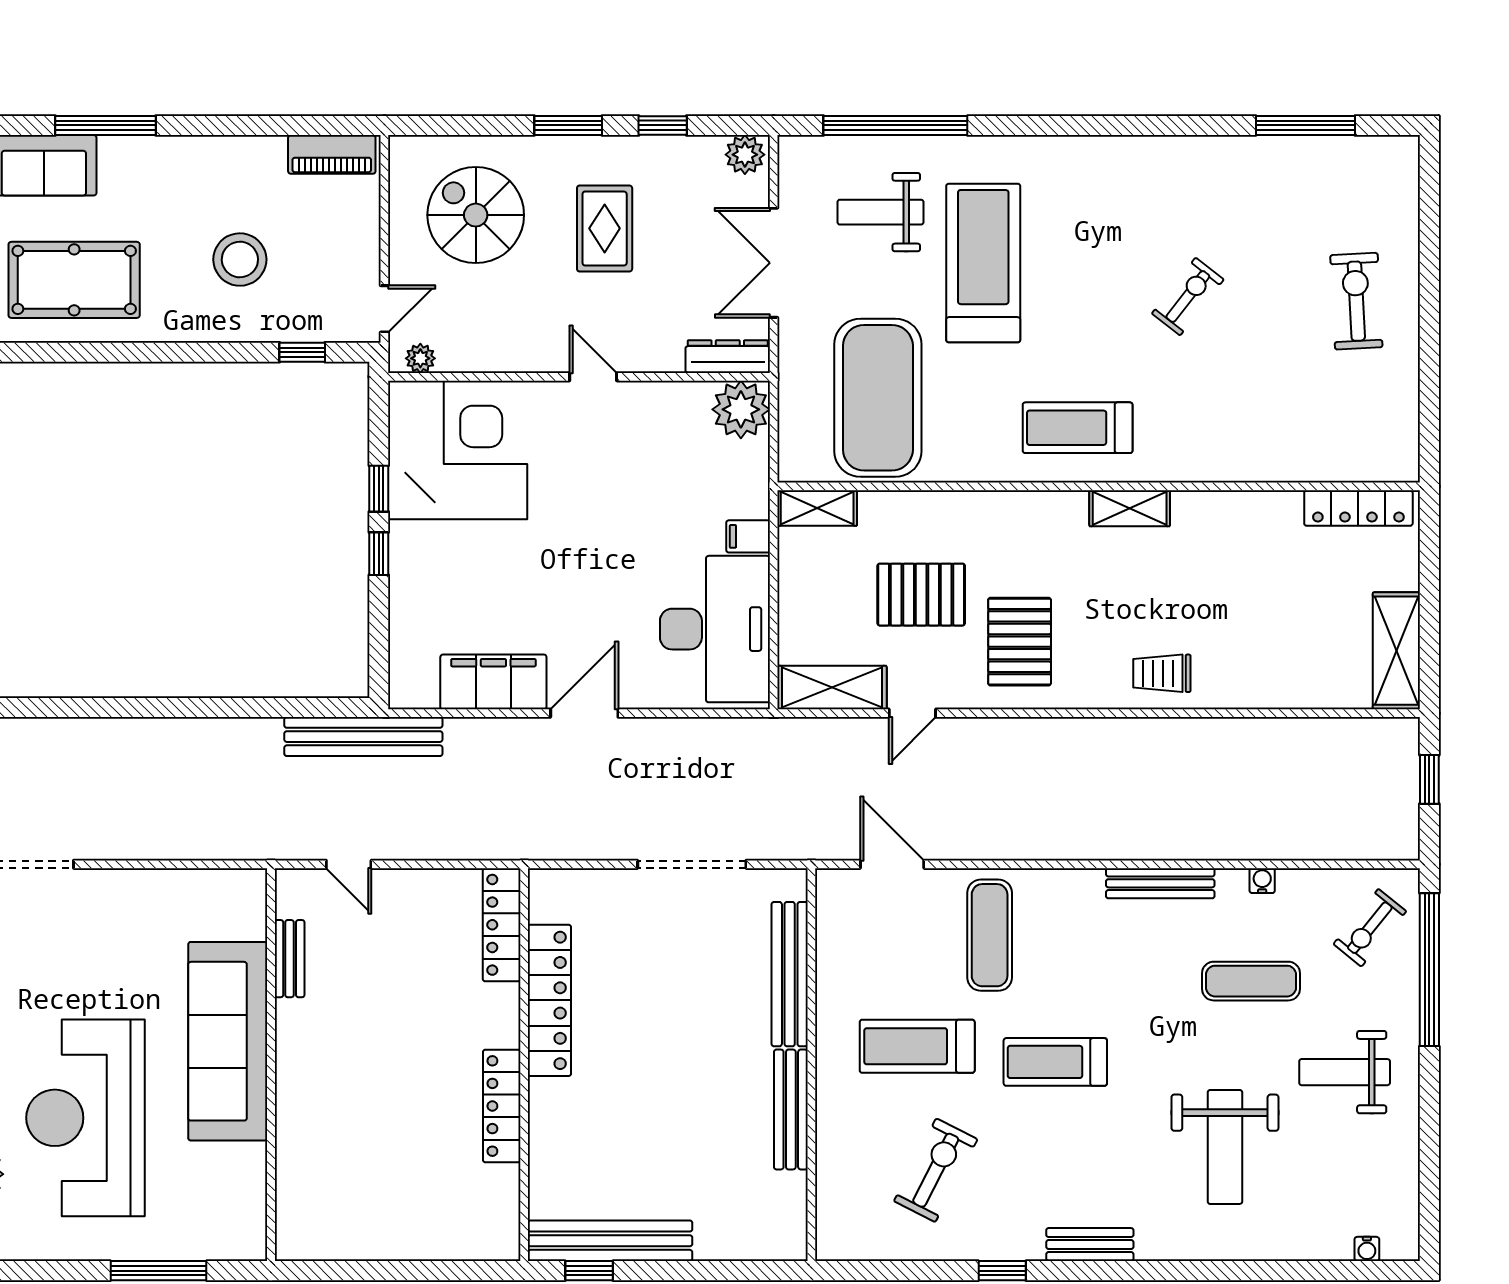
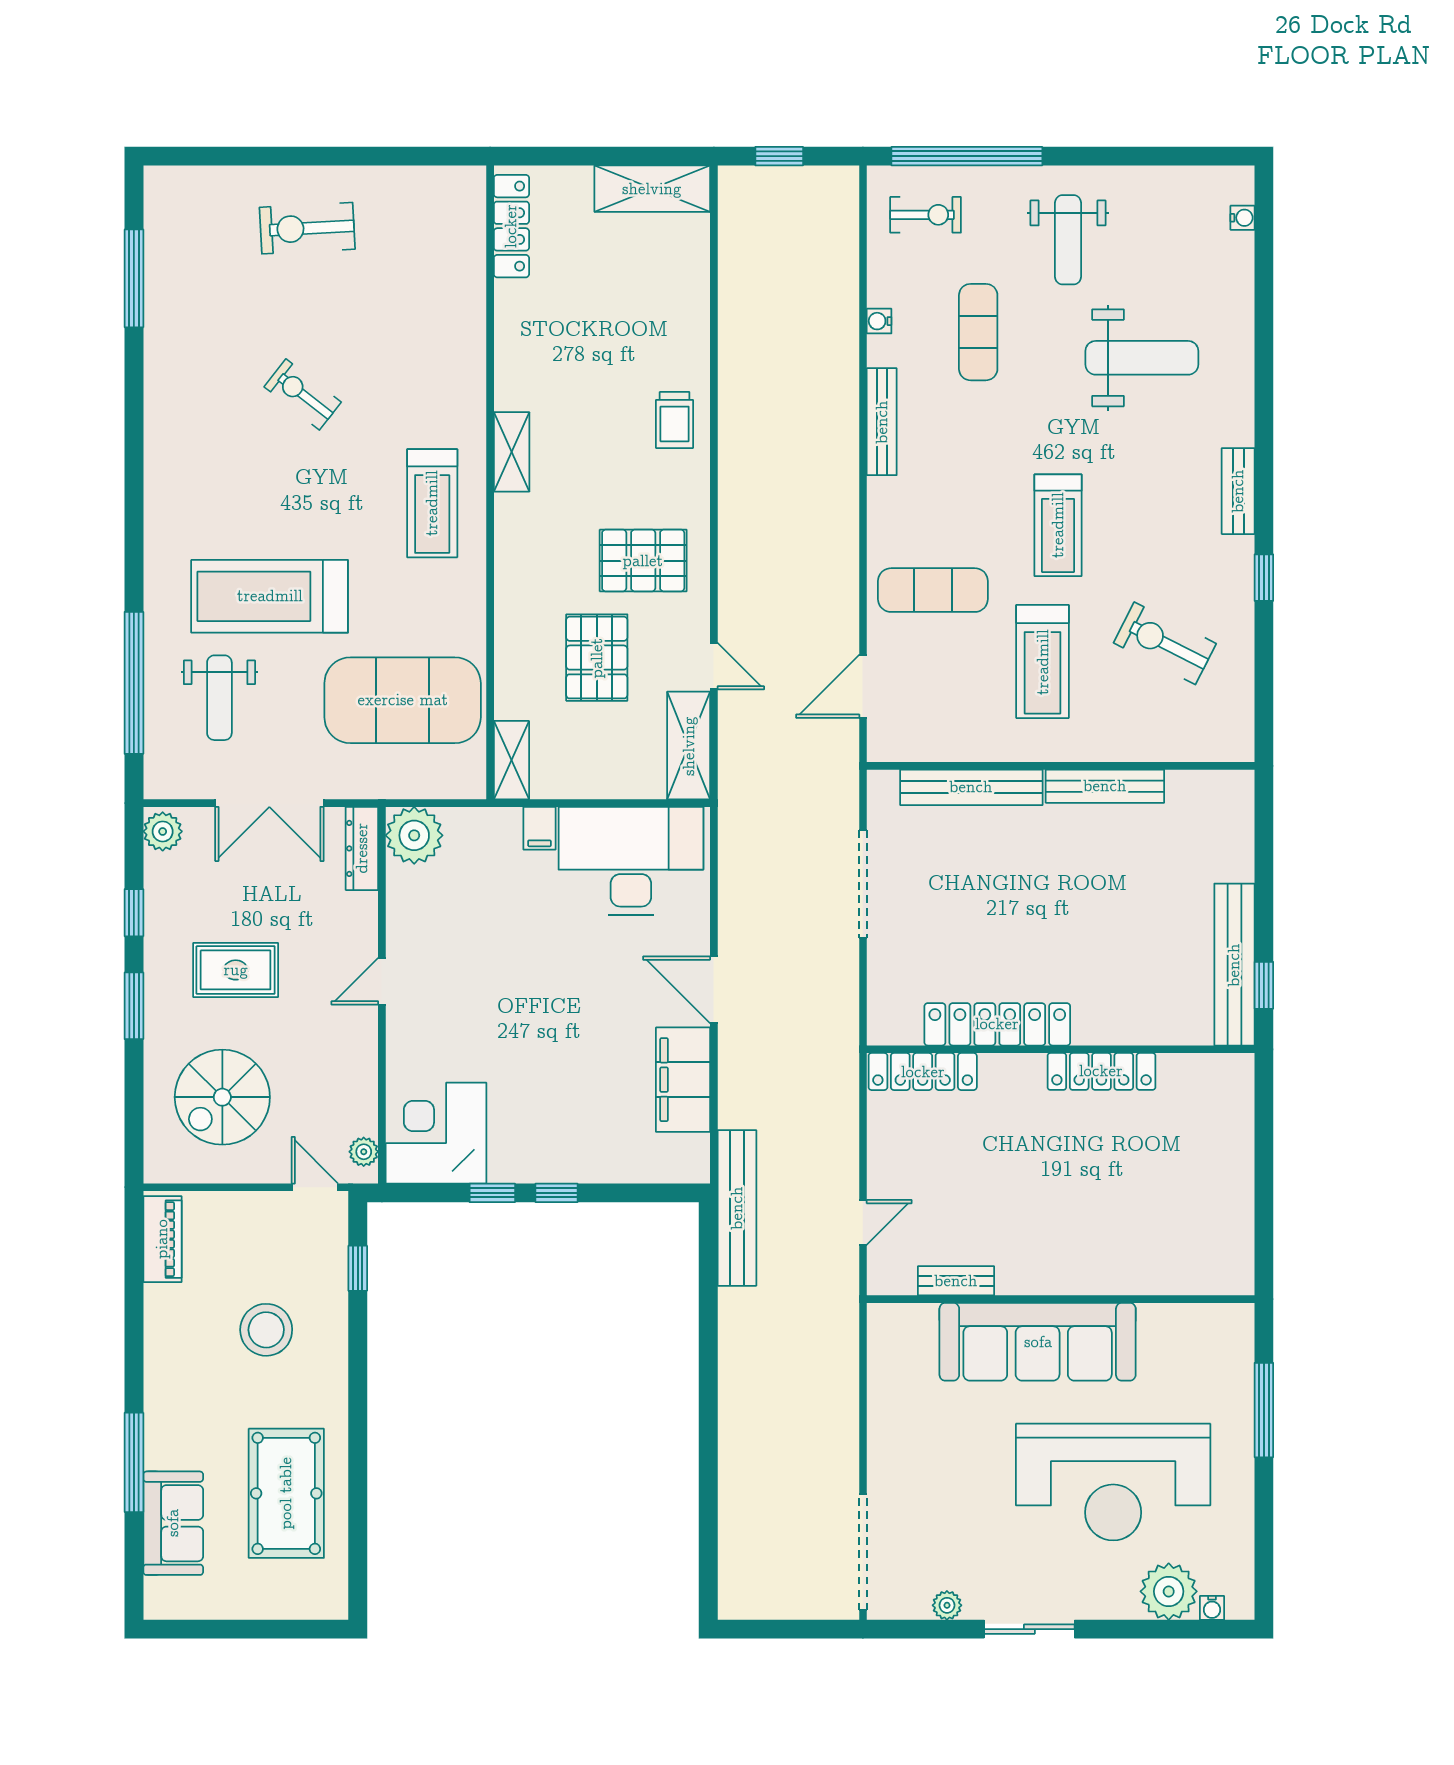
corner desk: (458, 450) -> (436, 1133), width x0.74, depth x0.74
exercise bike: (1370, 928) -> (926, 215), turned -39

